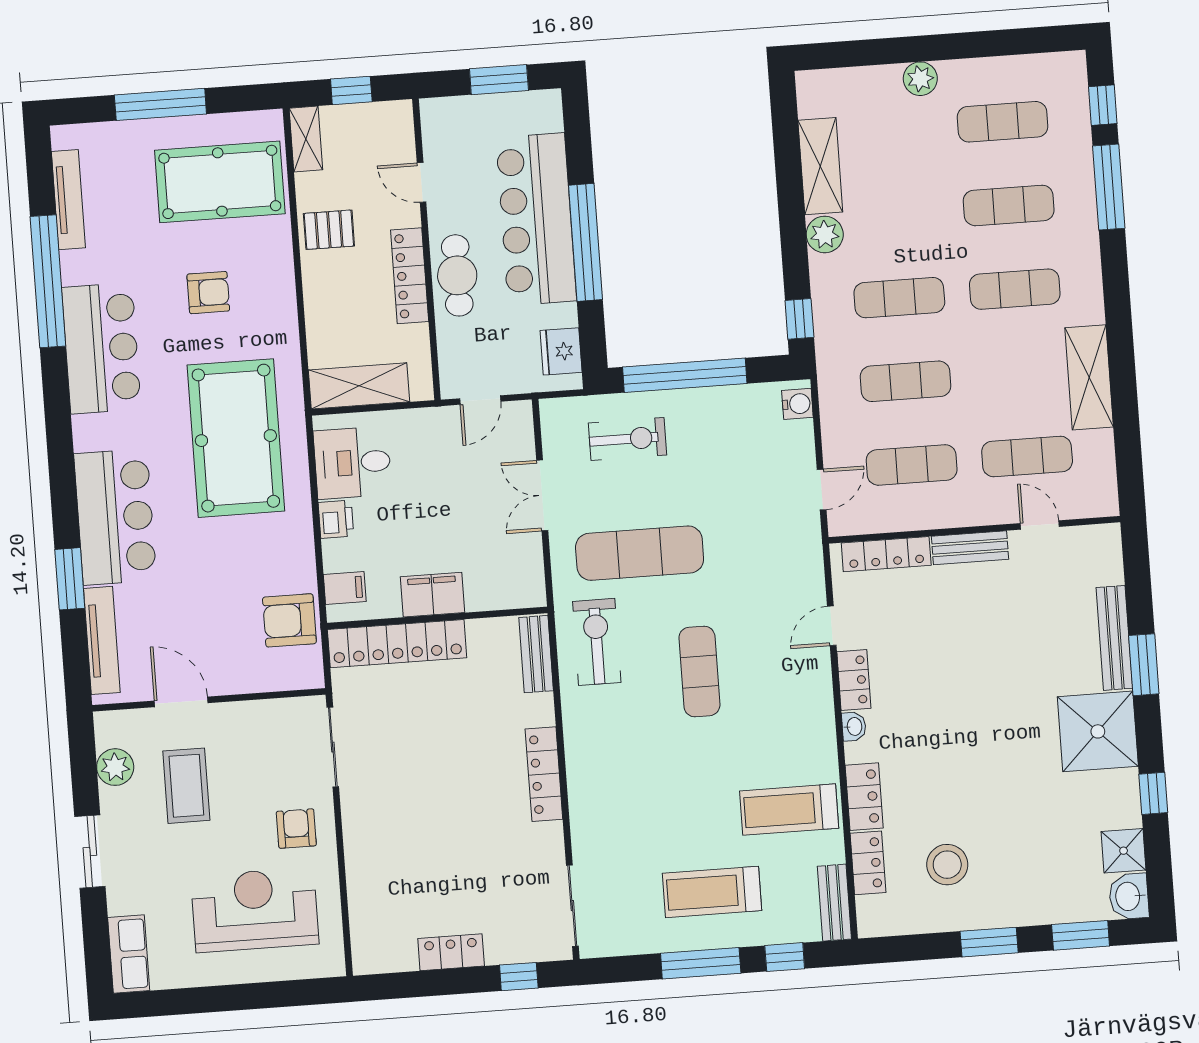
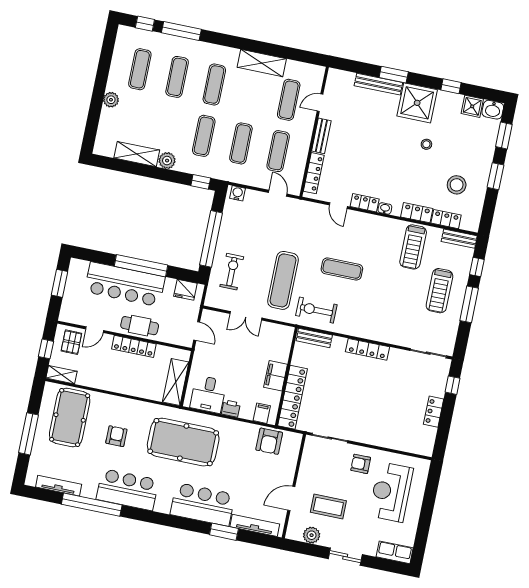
pallet: (329, 230) -> (71, 342), moved
stool: (1015, 776) -> (426, 144), added

